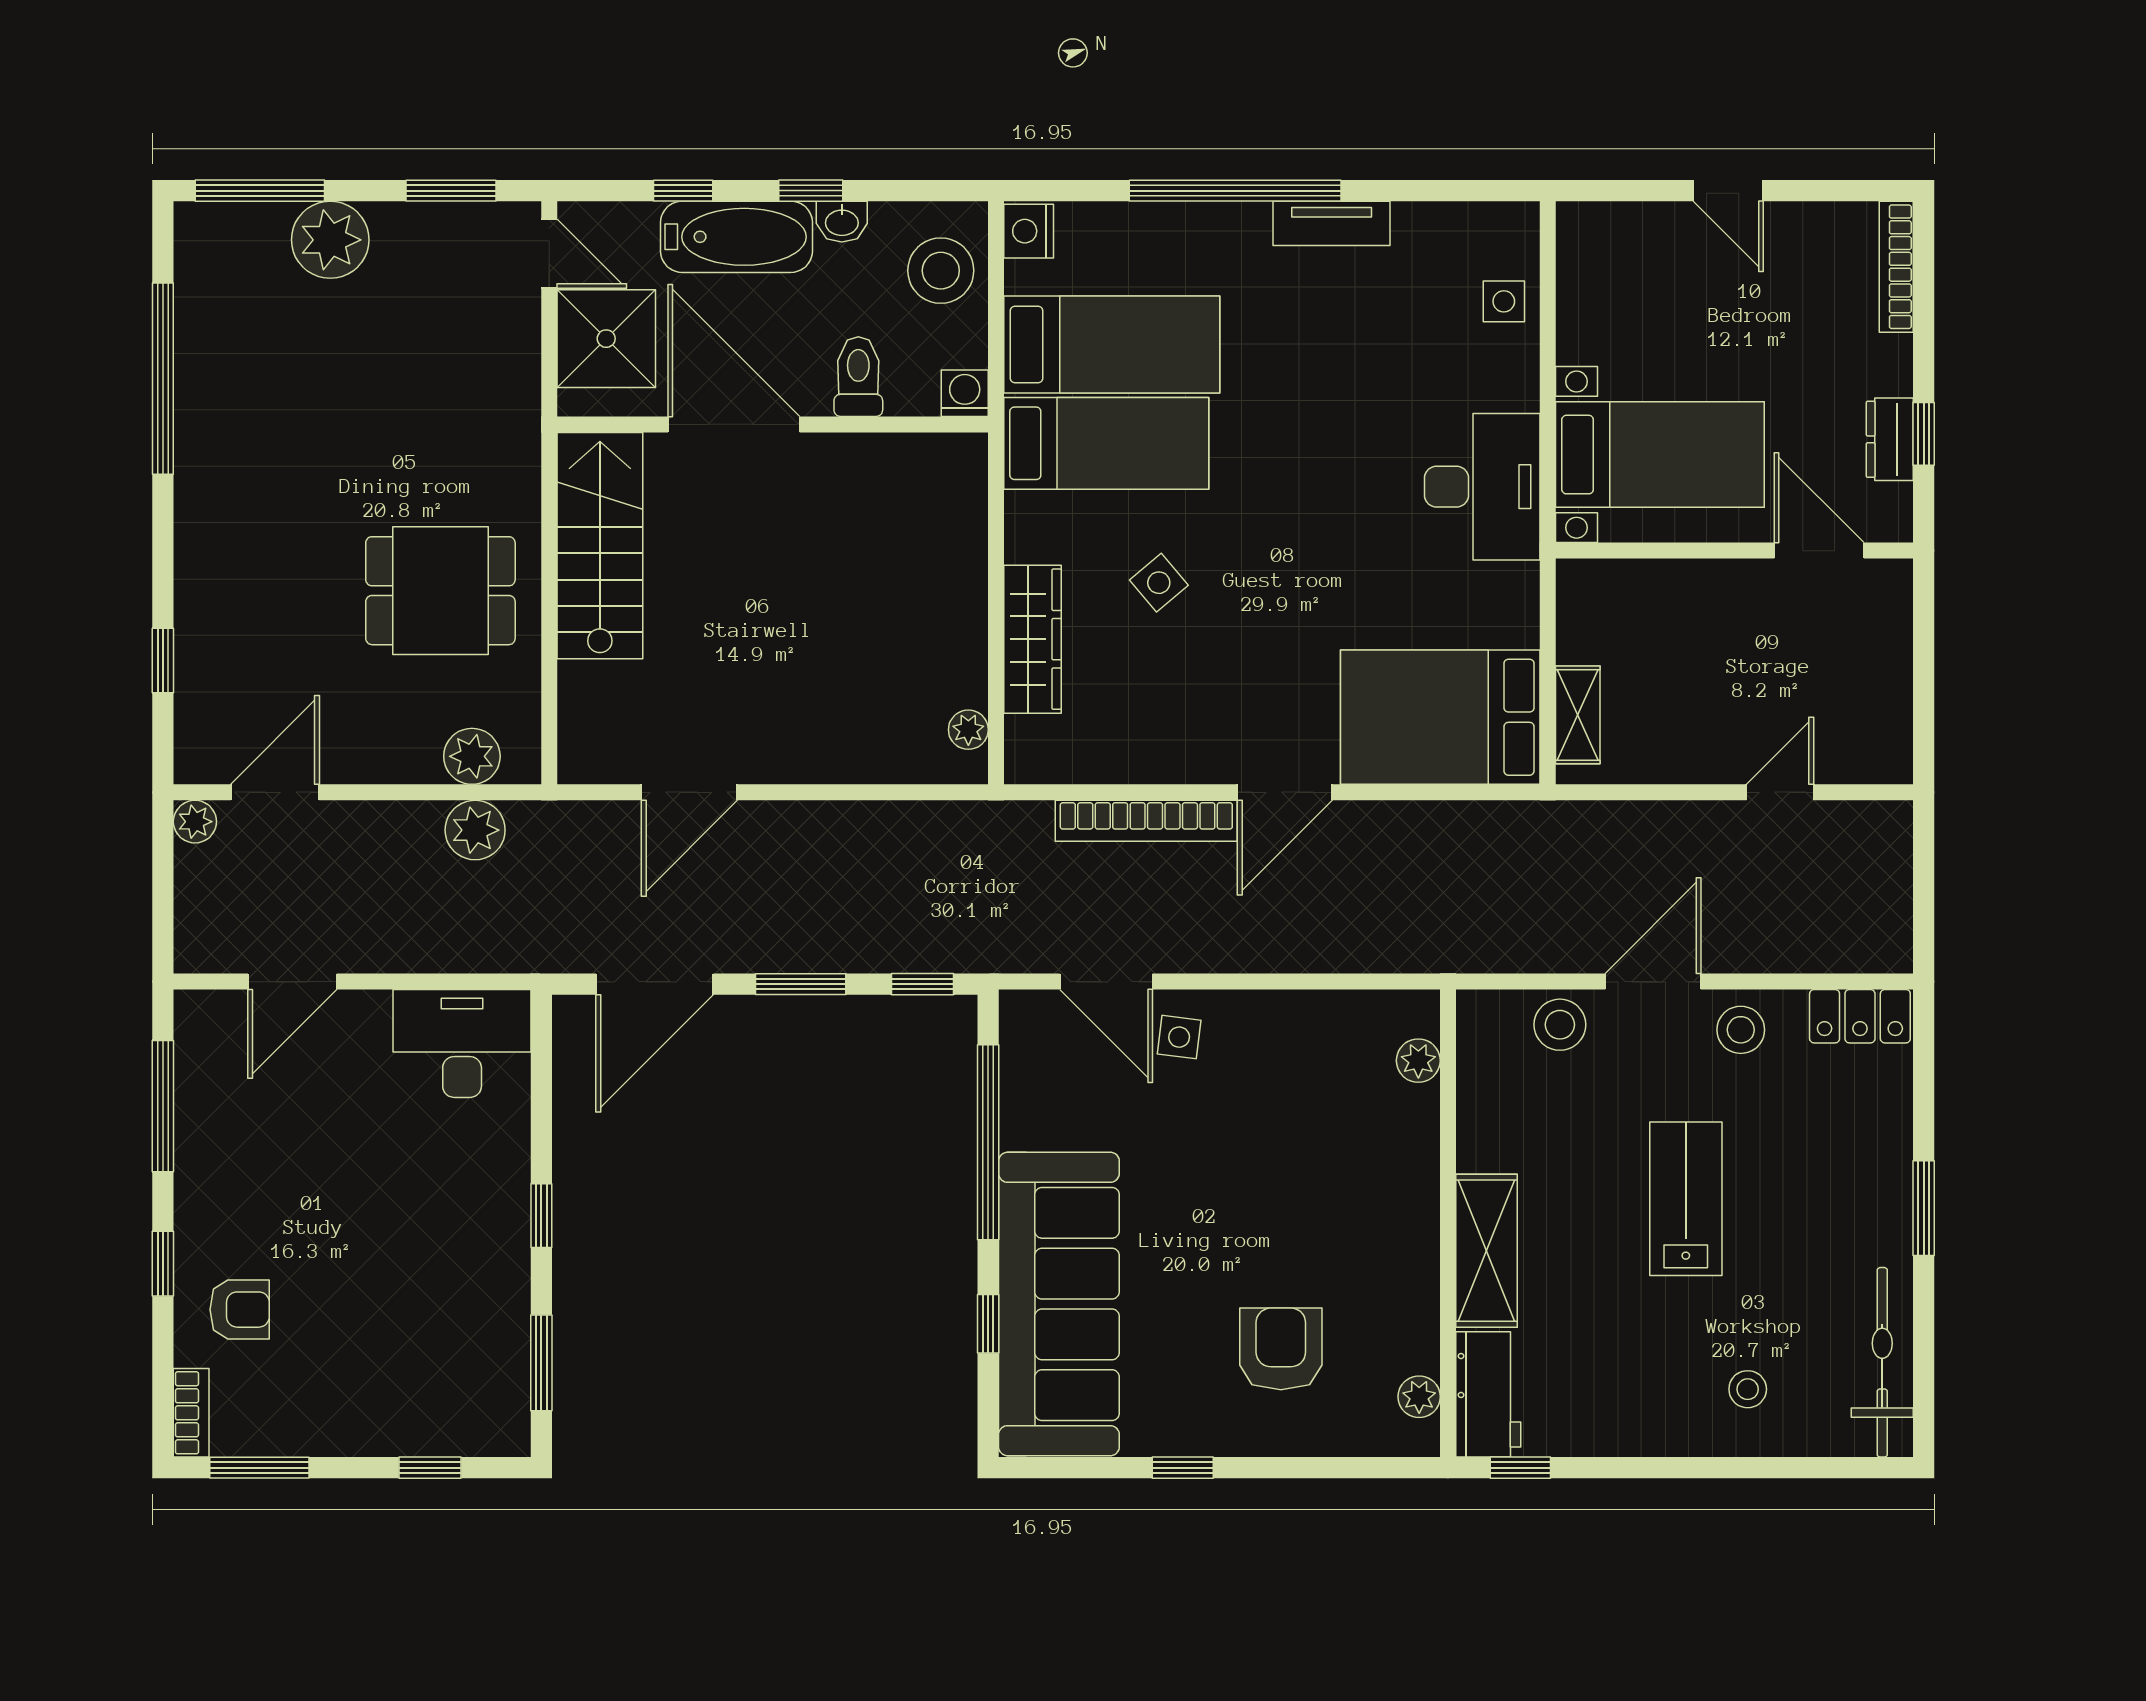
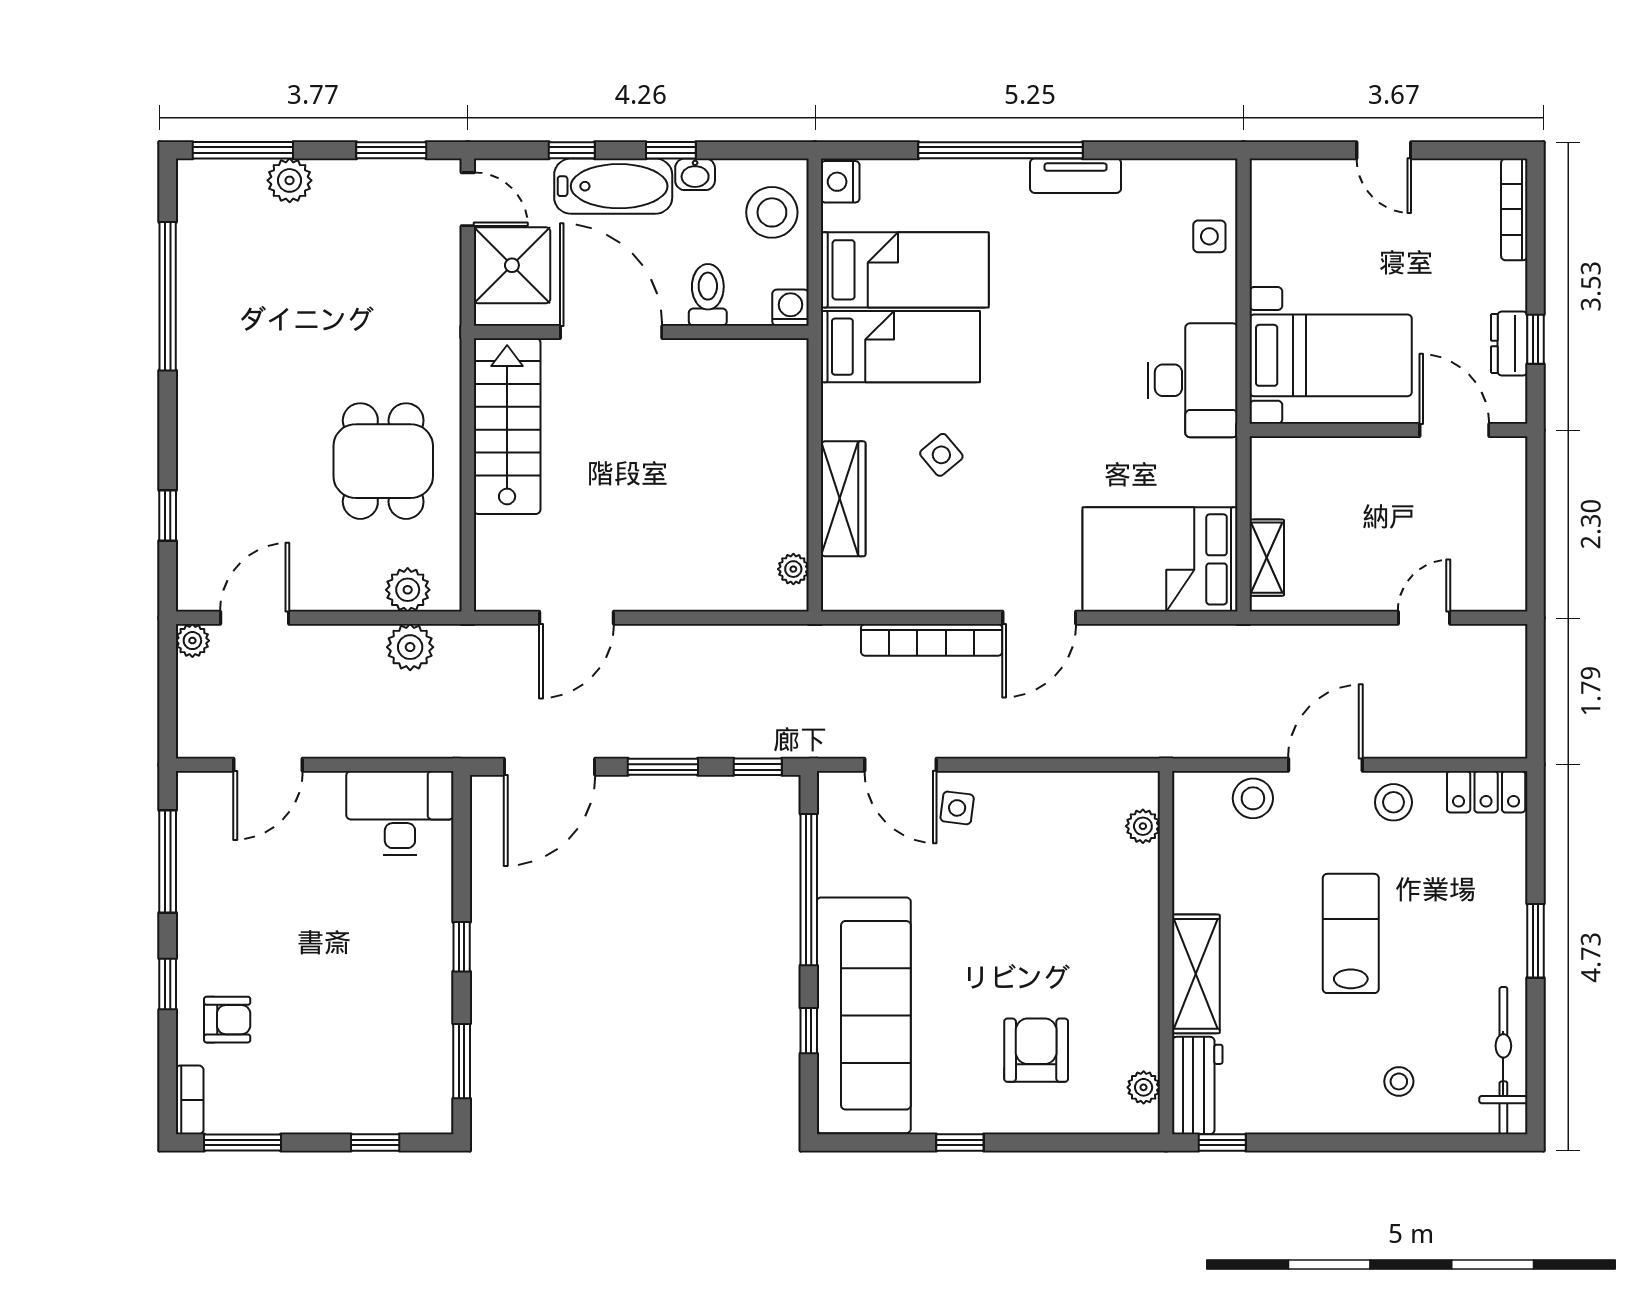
plant: (330, 240) -> (290, 180), width x0.73, depth x0.73
dining table: (440, 591) -> (383, 461), turned 90

